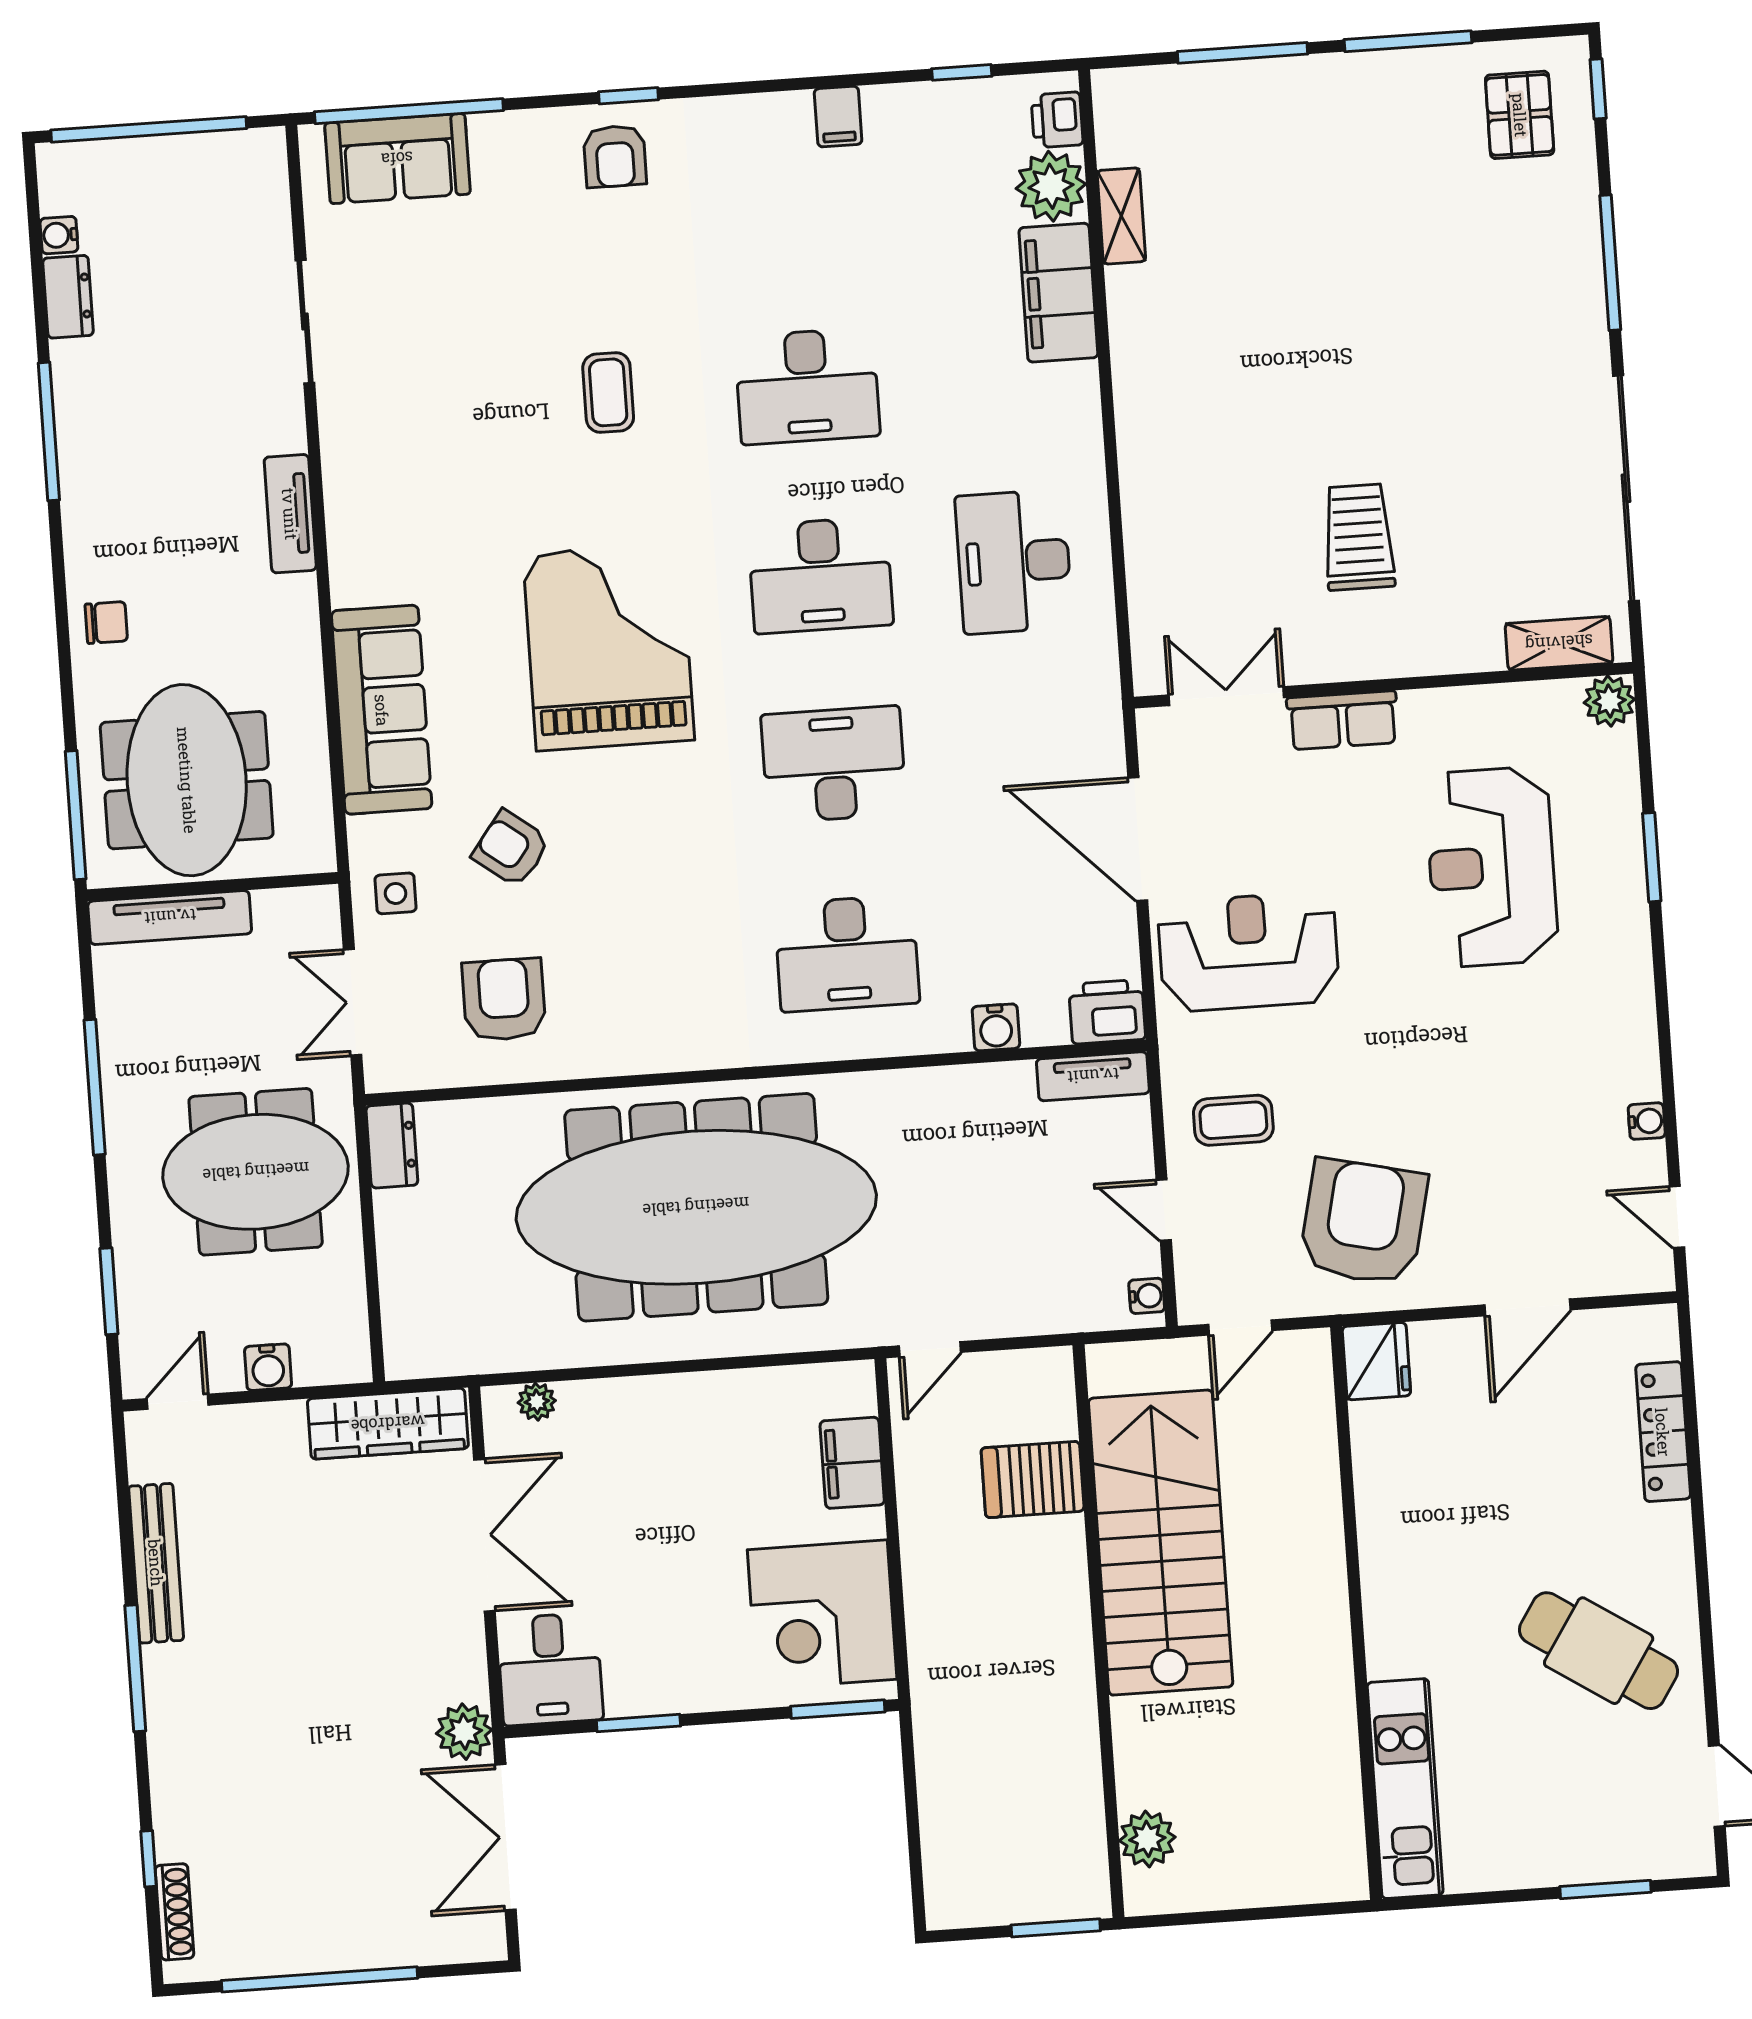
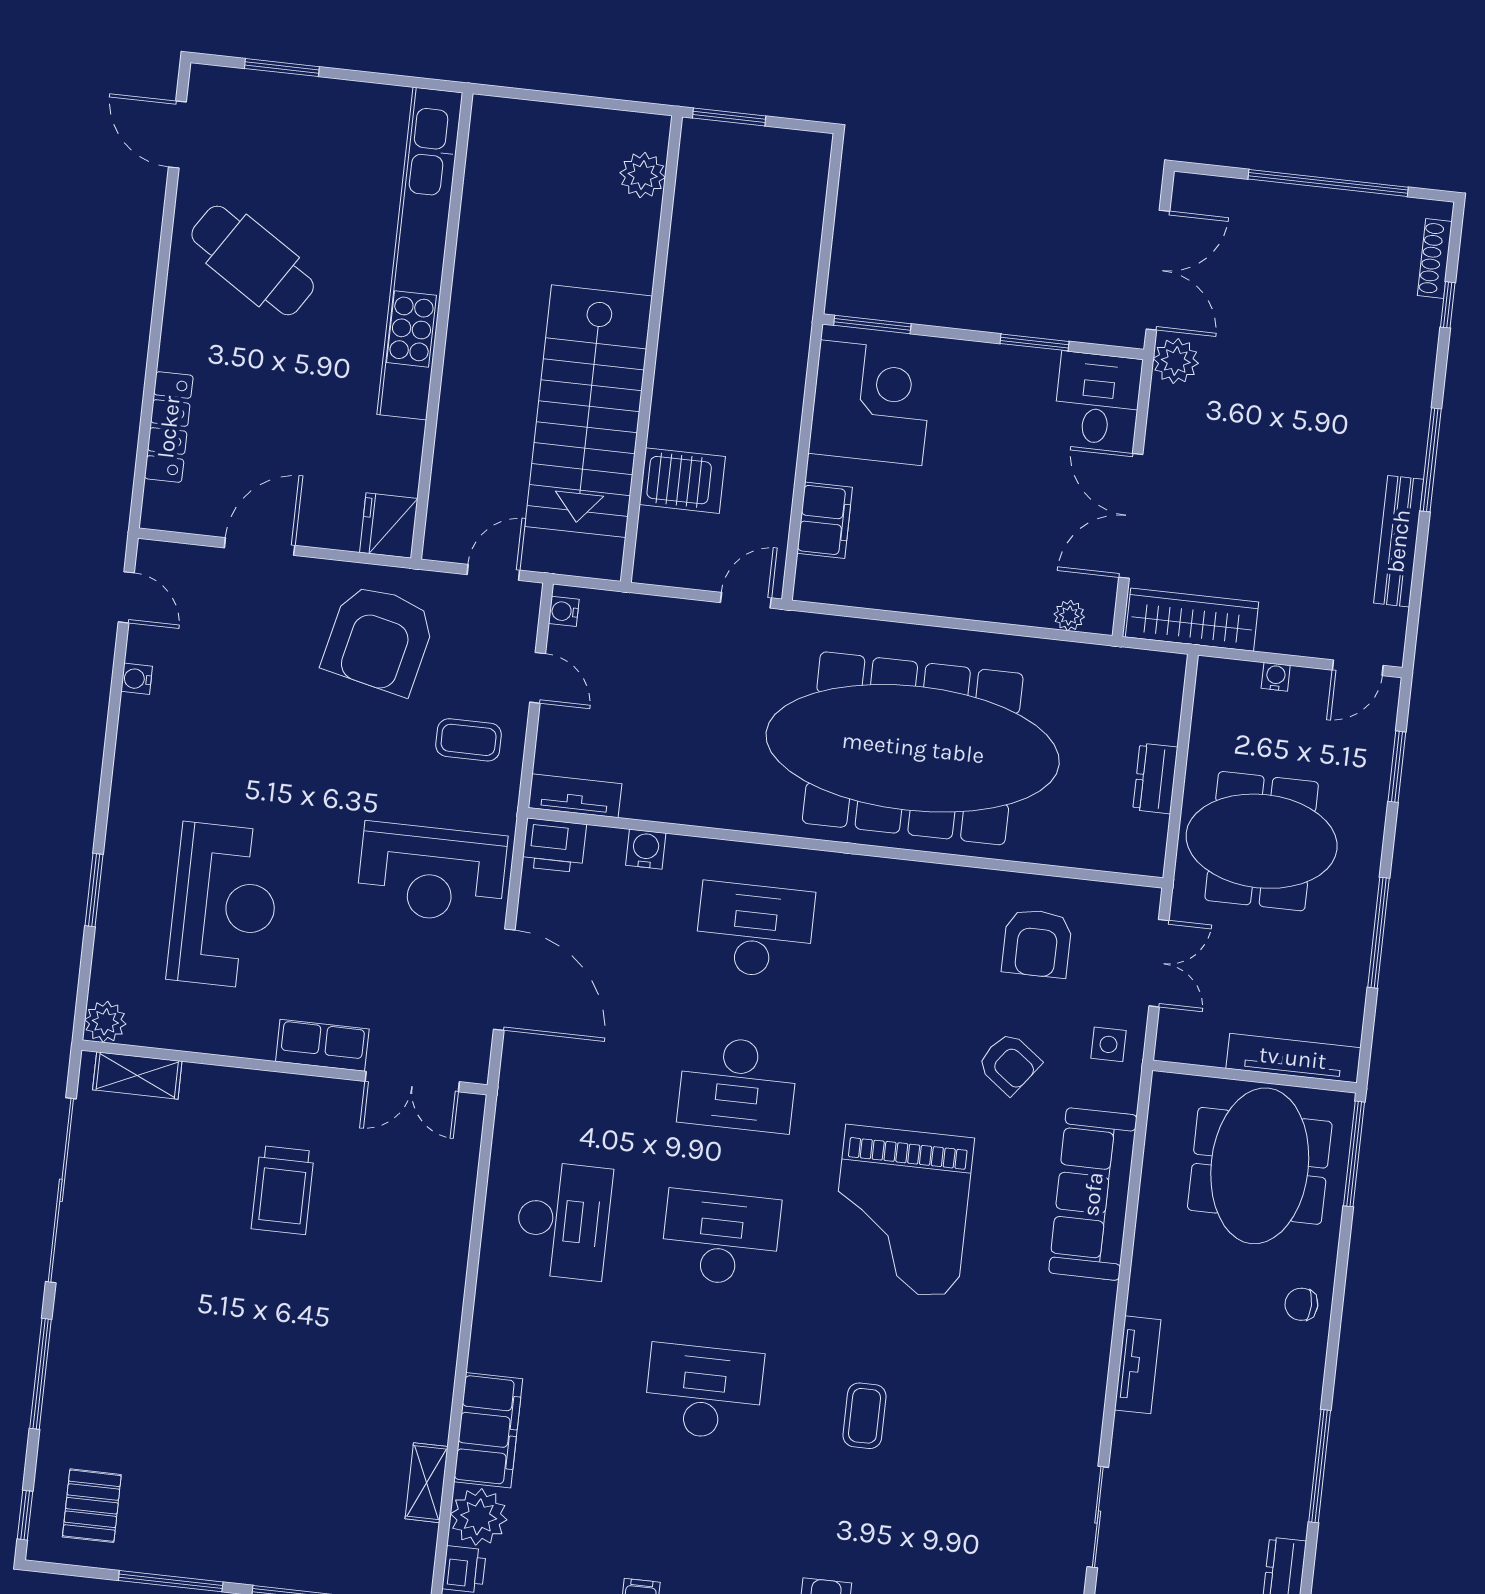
dresser: (392, 1146) -> (1155, 778), moved
water cooler: (268, 1367) -> (1276, 677), width x0.72, depth x0.72
kitchen unit: (1405, 1789) -> (420, 254), width x1.86

